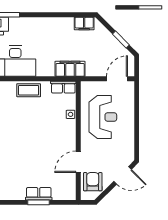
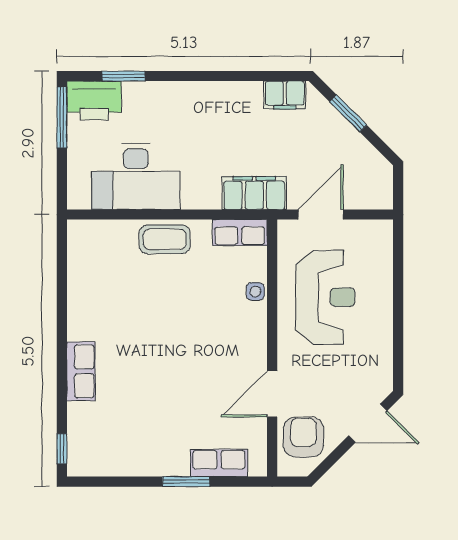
window: (121, 39) -> (348, 113), moved
door: (117, 79) -> (321, 215), moved
row of seats: (39, 194) -> (219, 463), moved

